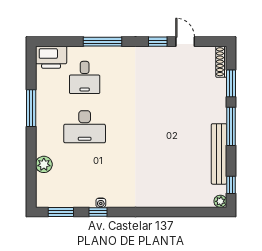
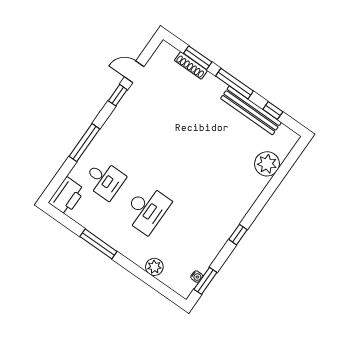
shoe rack: (221, 62) -> (191, 65), moved
window: (231, 185) -> (273, 111), moved
plant: (220, 201) -> (267, 164), moved, width x1.88, depth x1.88
water cooler: (101, 203) -> (197, 277), moved
window: (98, 212) -> (238, 235), moved

